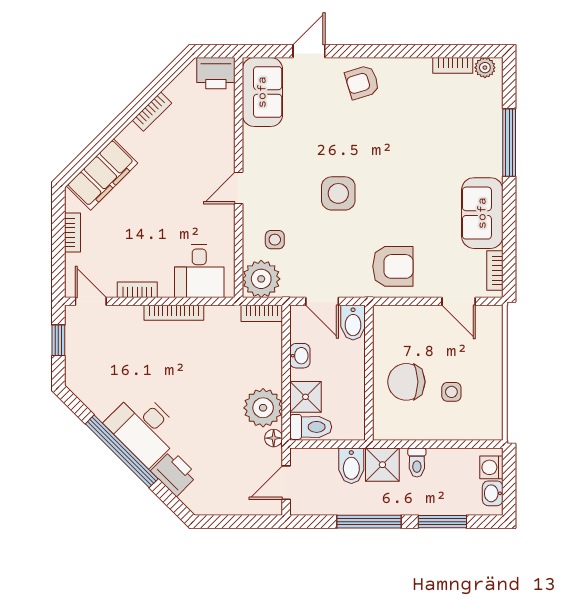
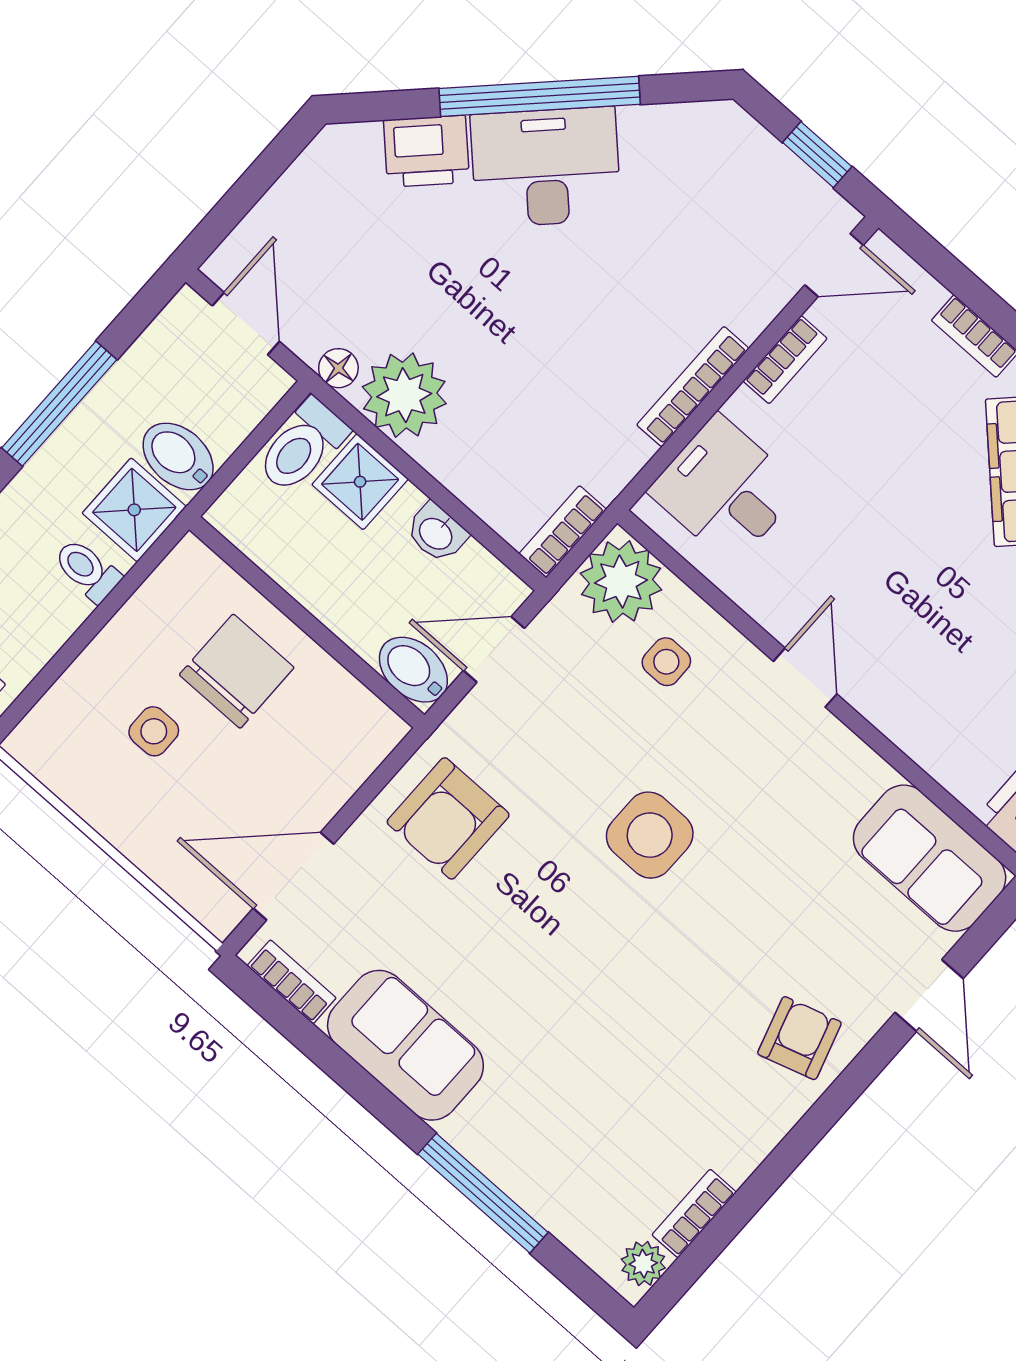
door: (459, 301) -> (294, 876), width x1.38

